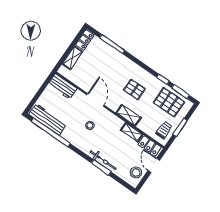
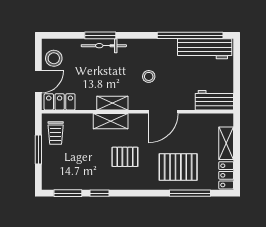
door: (95, 100) -> (163, 112), hinge flipped
pallet: (169, 102) -> (178, 167), moved
shelving: (132, 132) -> (112, 103), moved
door: (154, 165) -> (38, 82), hinge flipped

